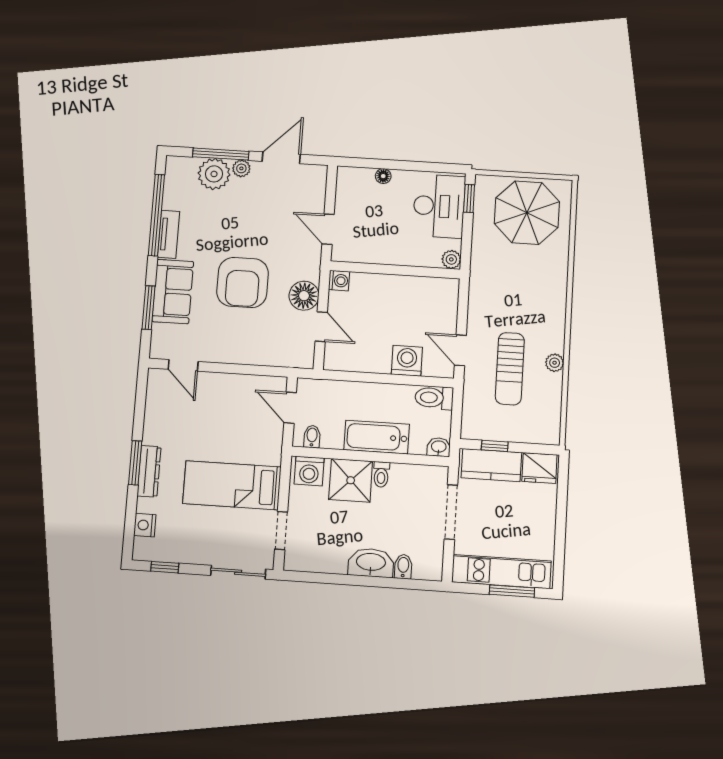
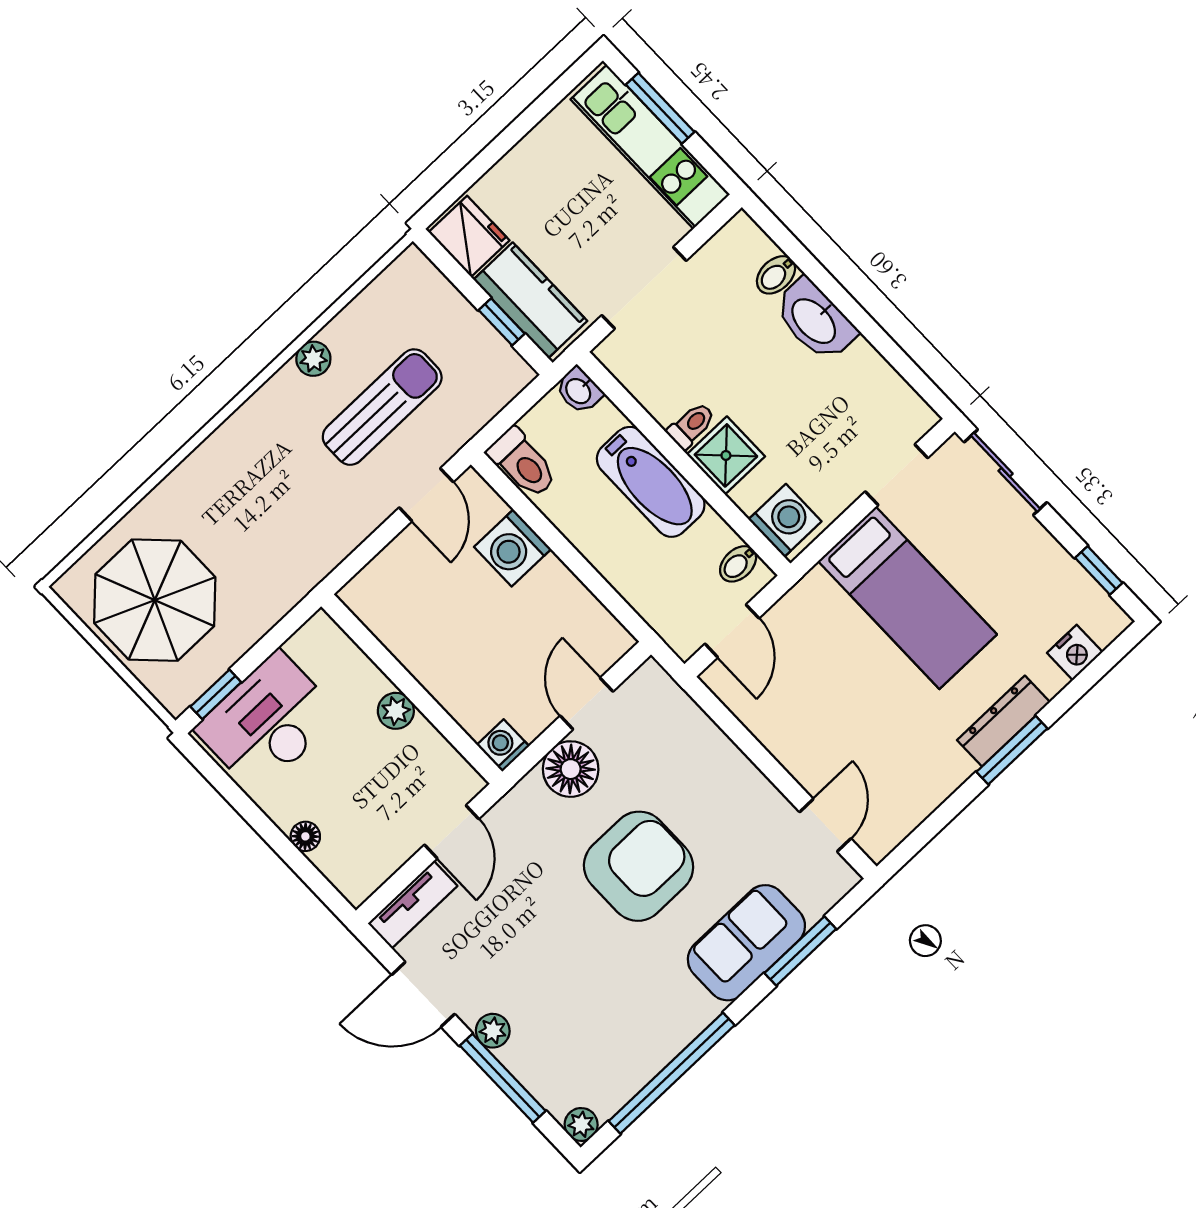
plant: (214, 174) -> (581, 1124), moved, width x0.53, depth x0.53
tv unit: (169, 234) -> (413, 905), moved, turned 180
plant: (451, 259) -> (396, 711), moved
shower: (351, 480) -> (726, 455), width x0.73, depth x0.73

